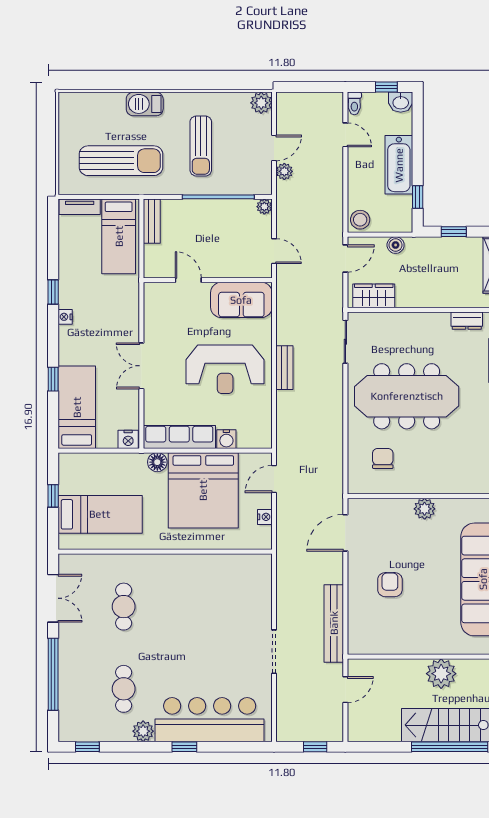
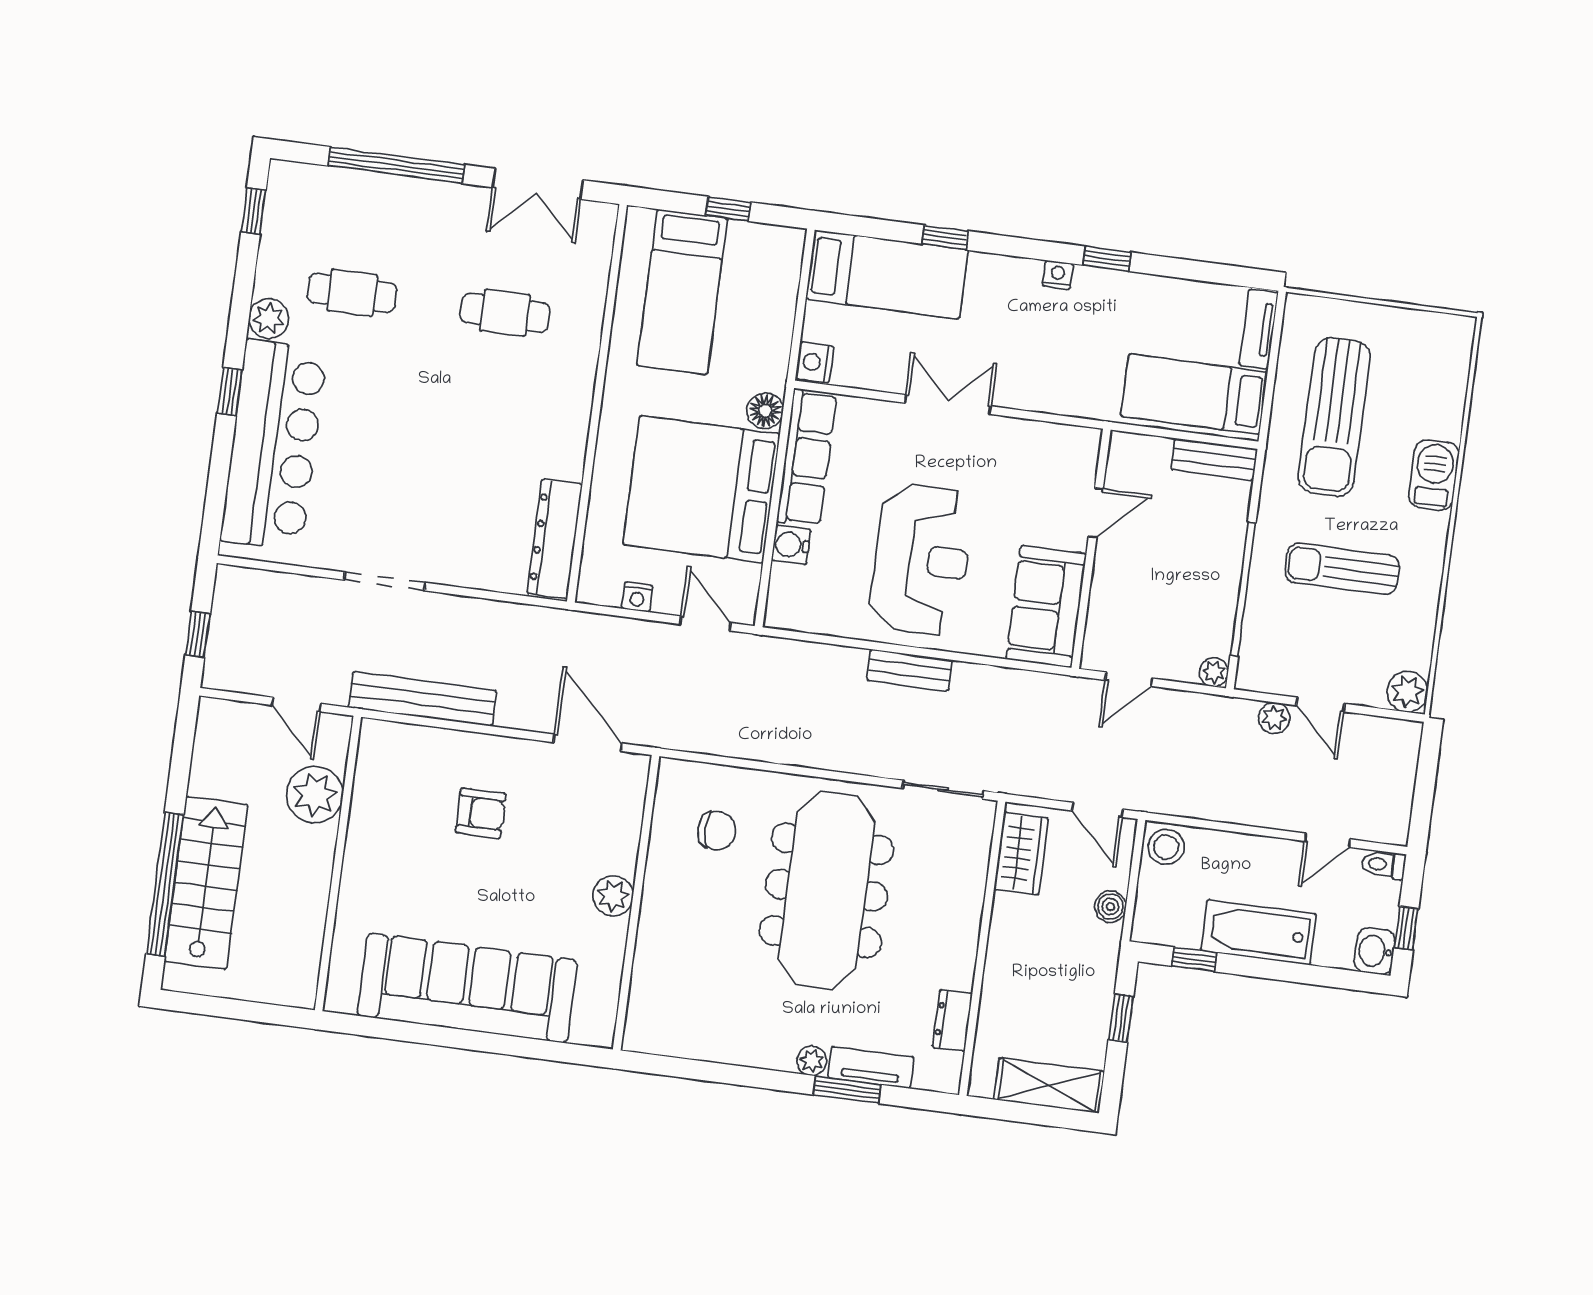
reception desk: (225, 369) -> (921, 559), turned 180
dresser: (240, 565) -> (555, 539), added
plant: (441, 674) -> (315, 795), moved

